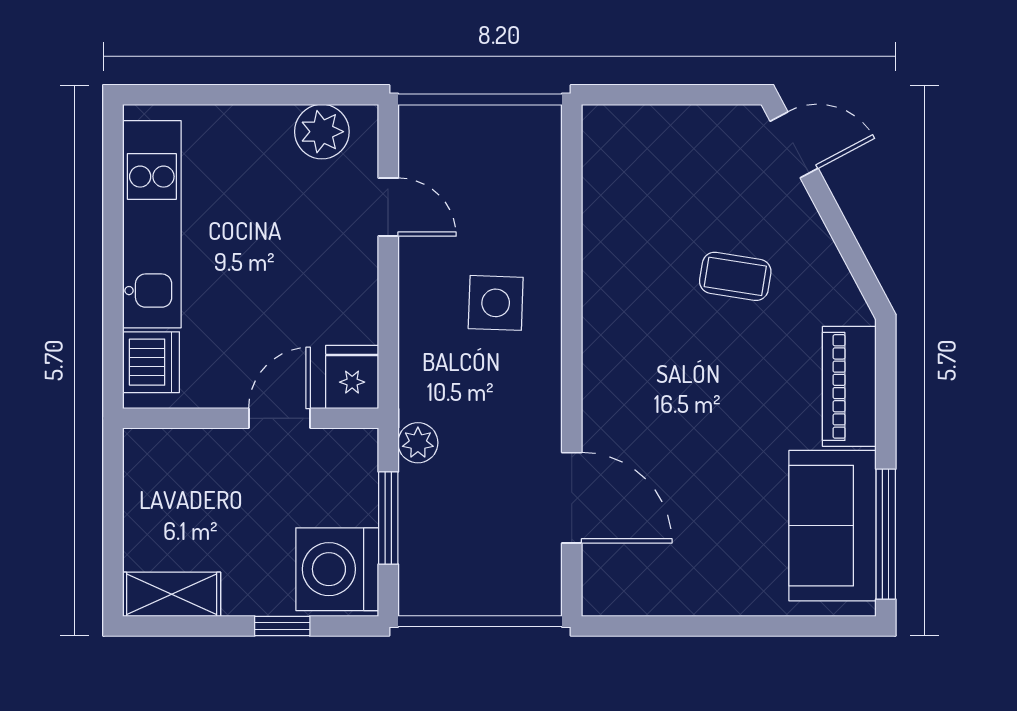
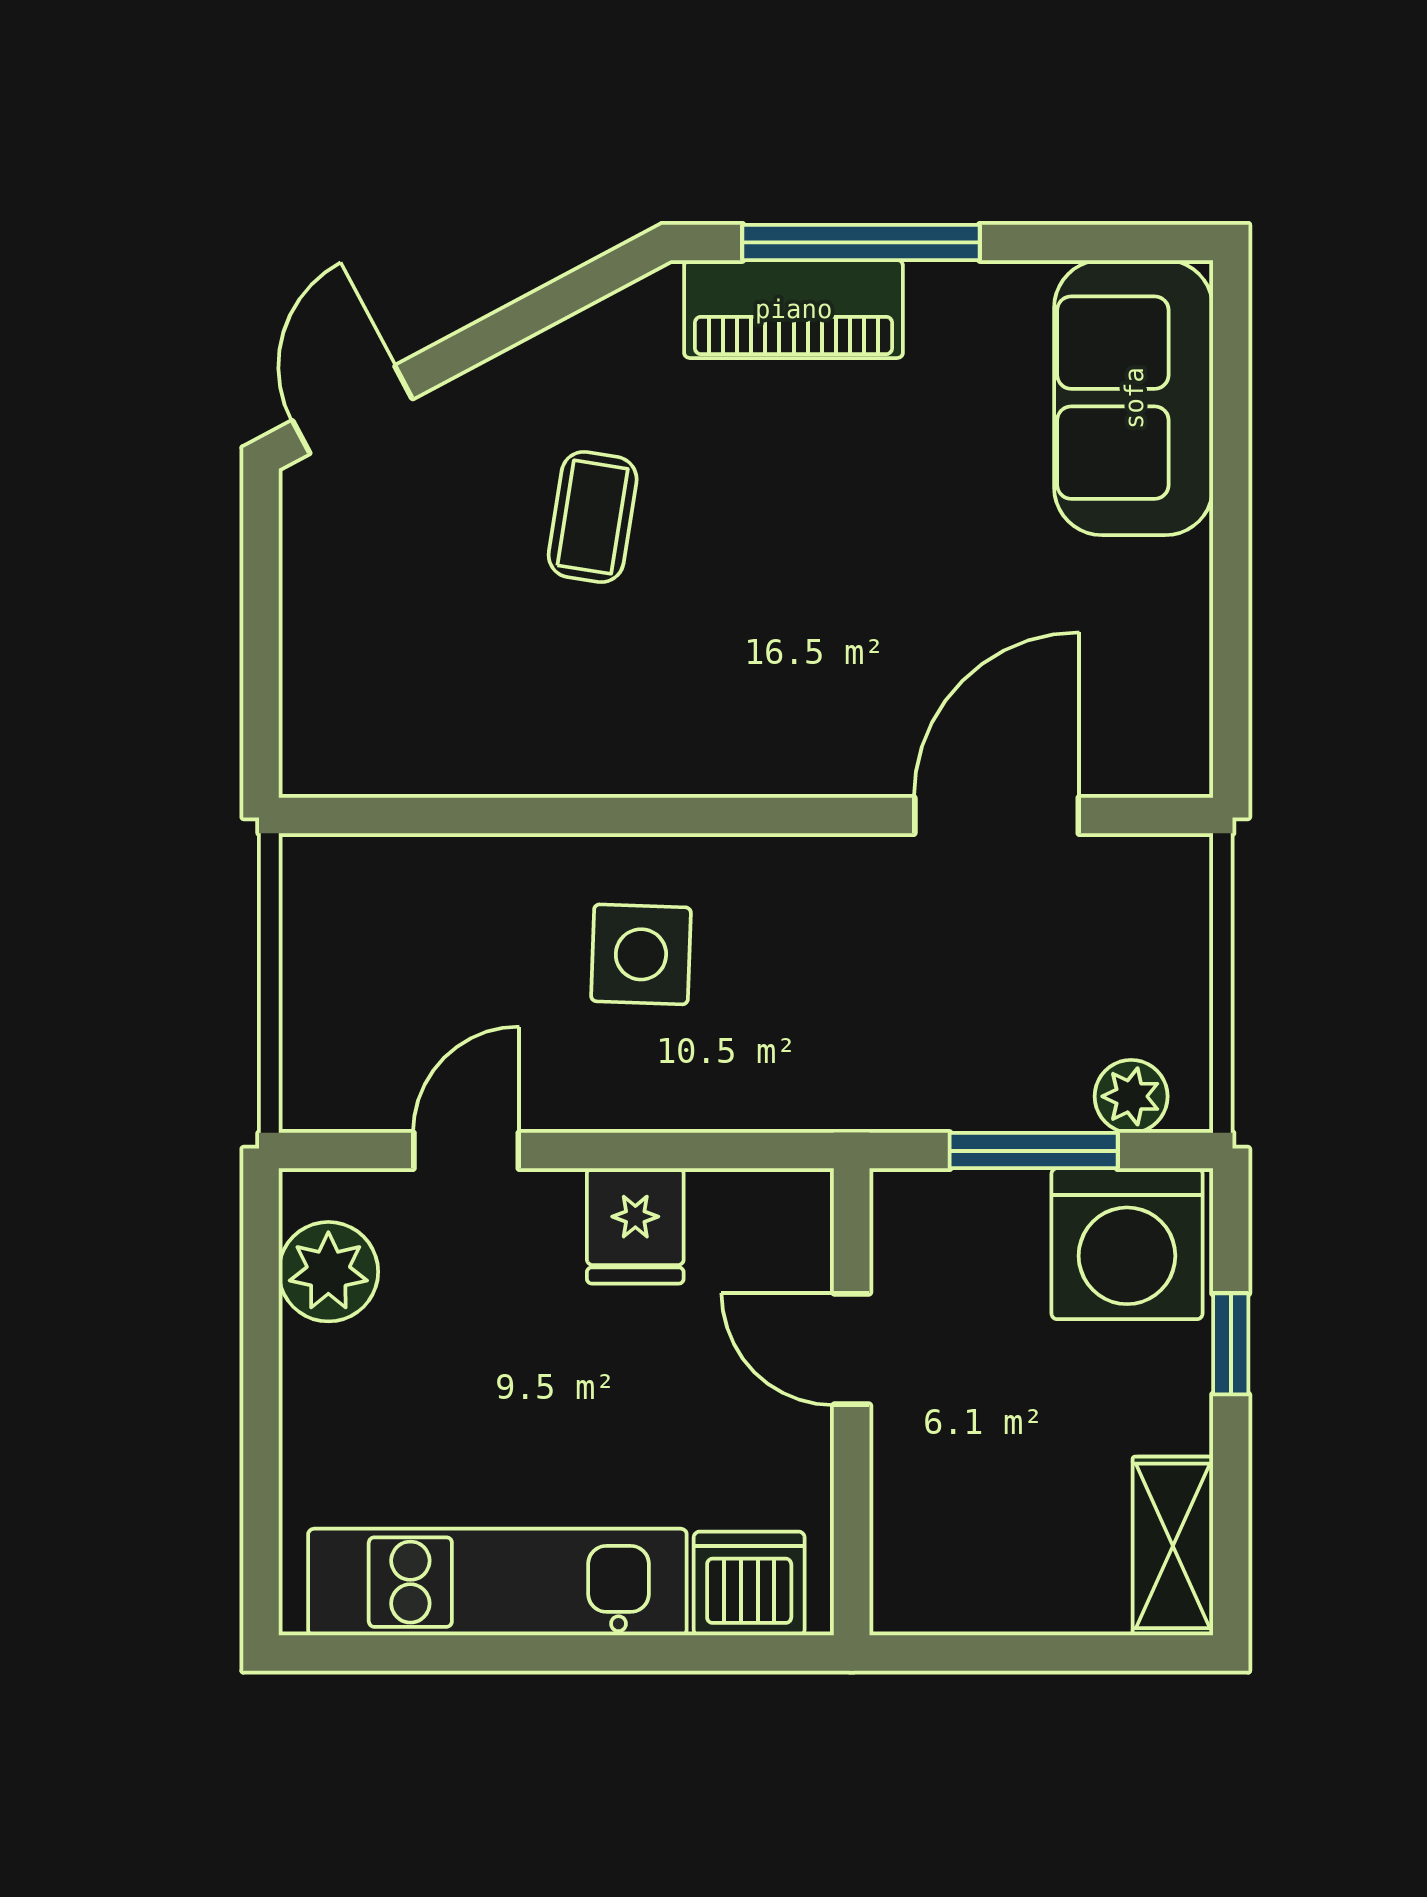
fridge: (352, 377) -> (635, 1226), moved, turned -90
plant: (418, 443) -> (1131, 1096), moved
sofa: (832, 526) -> (1134, 398), moved, turned 90
window: (886, 534) -> (861, 242), moved

